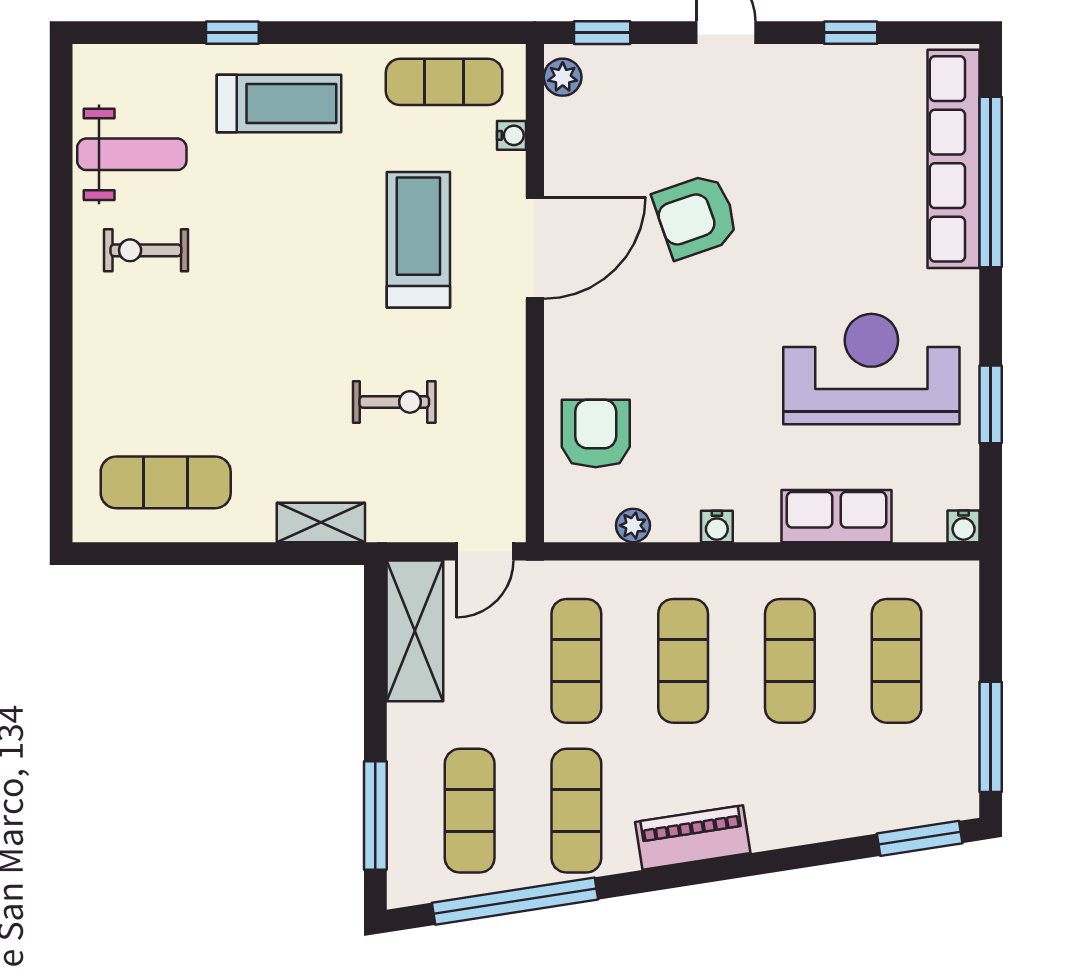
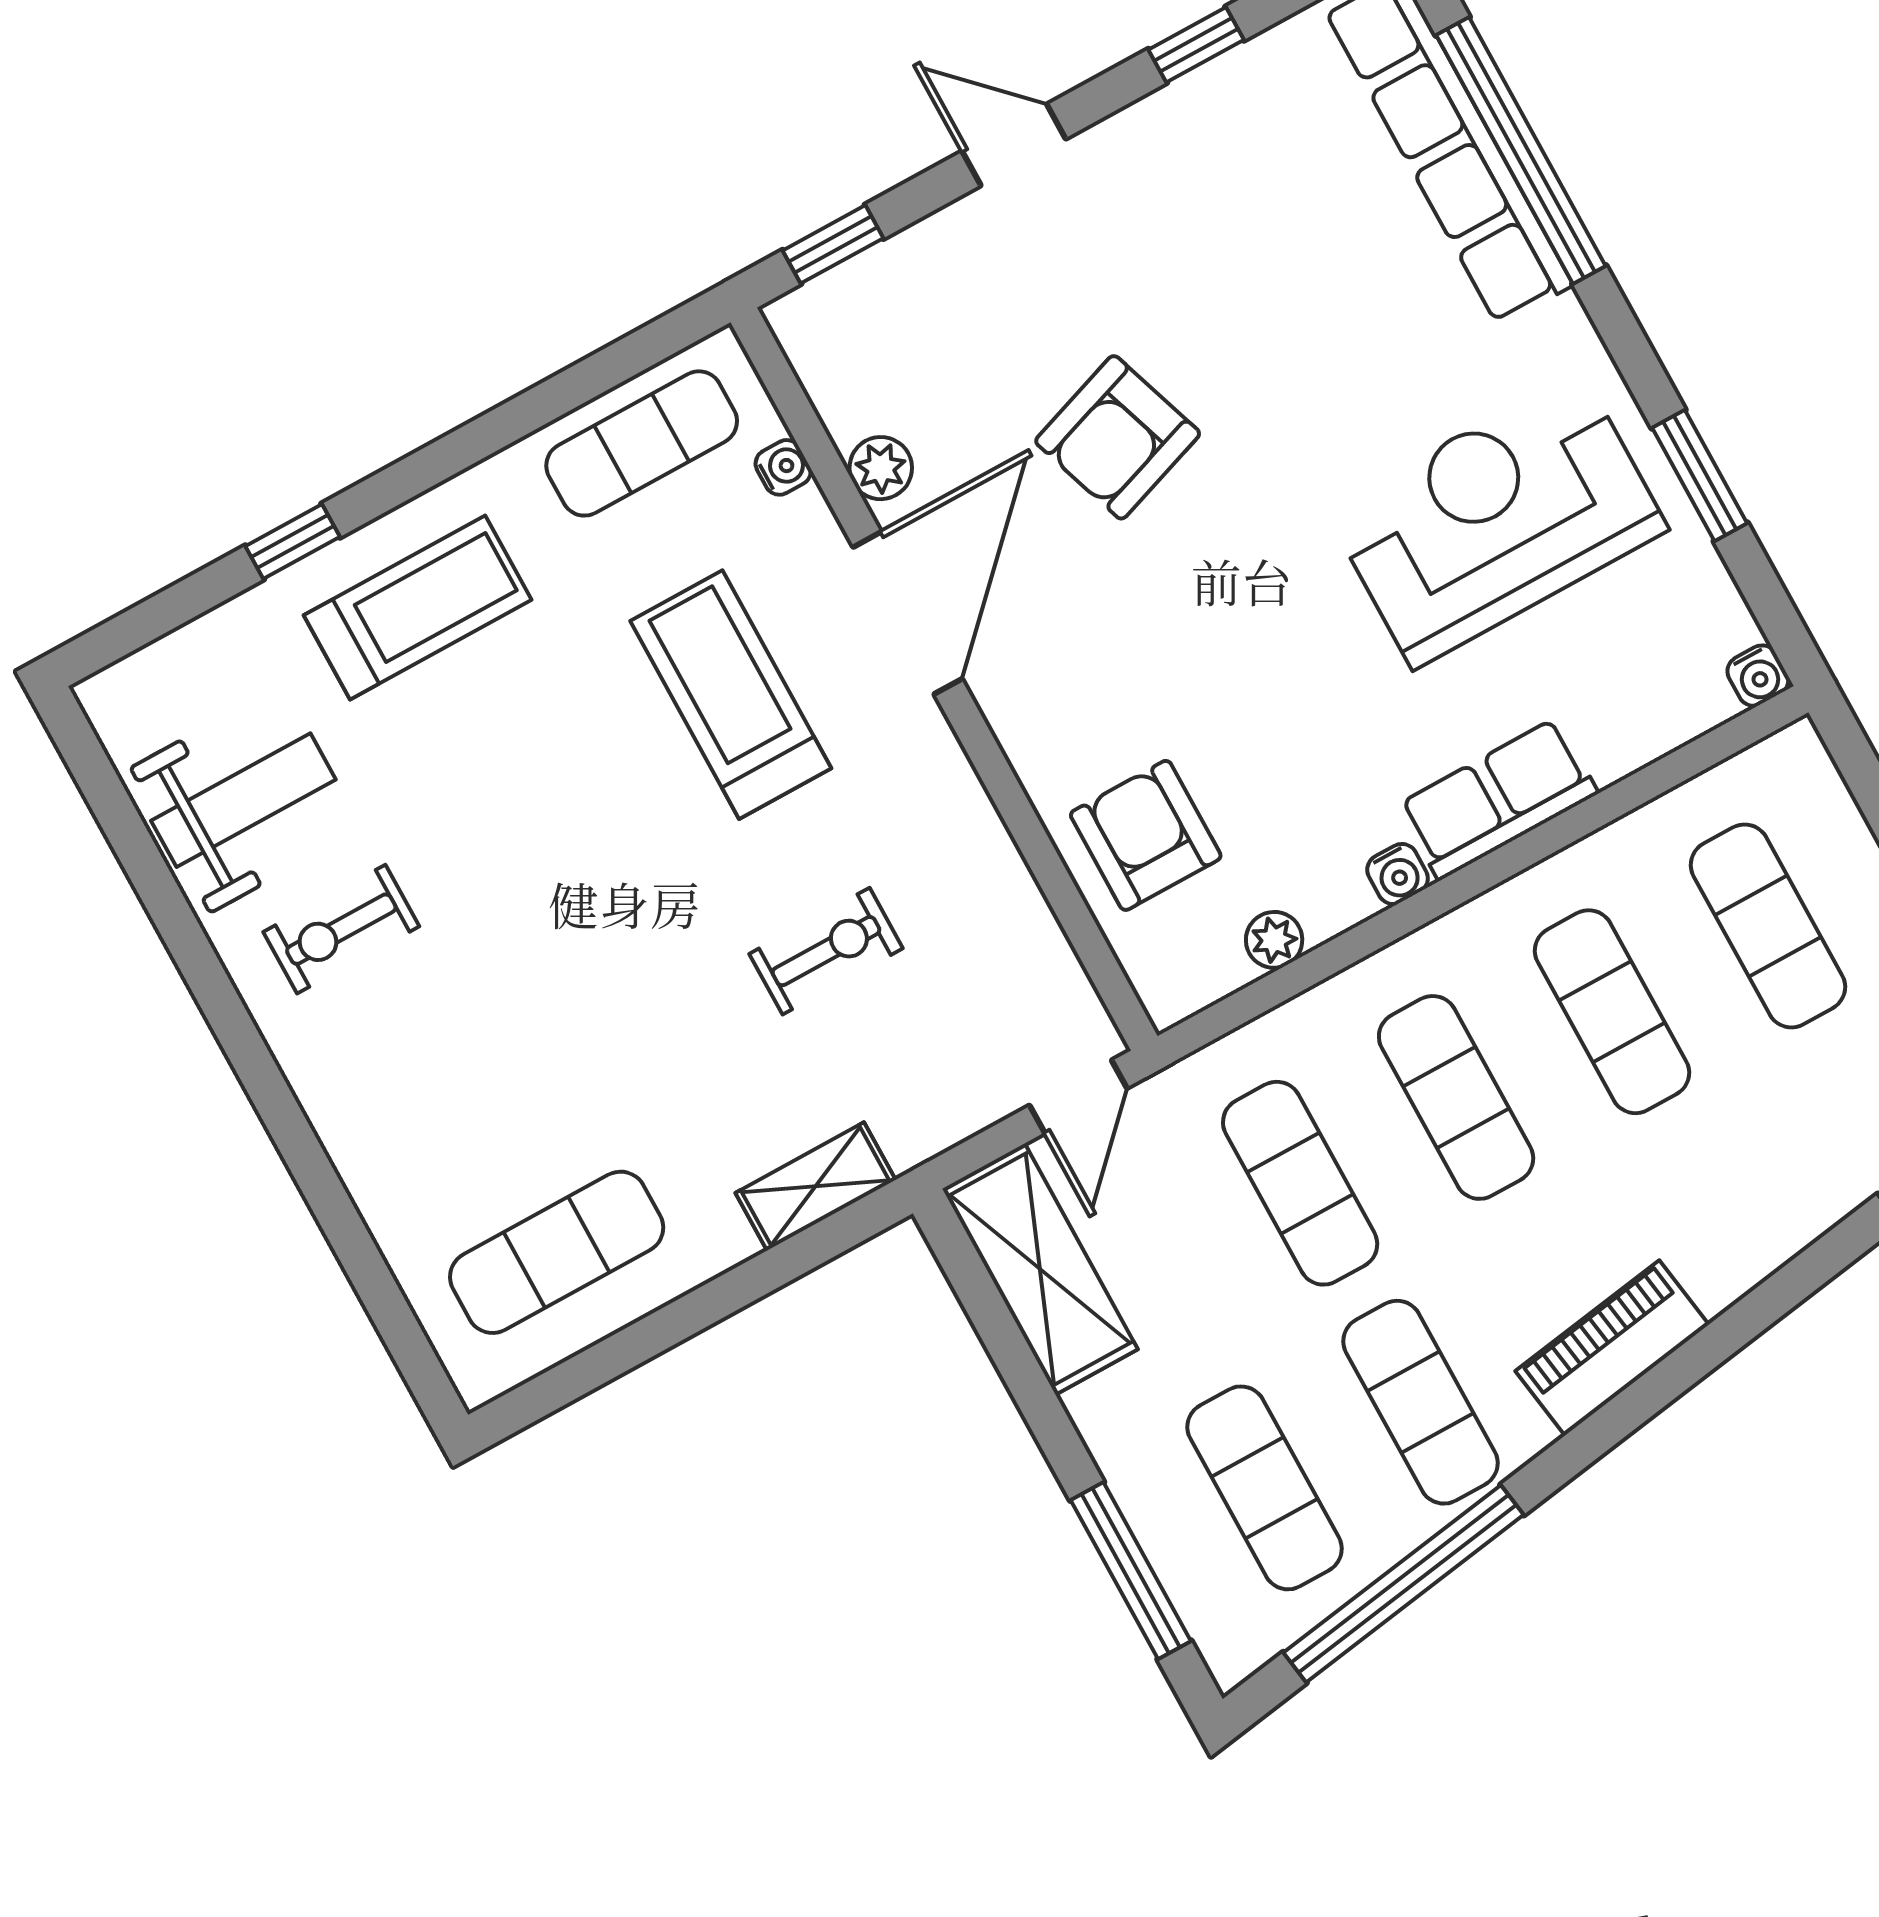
plant: (563, 77) -> (881, 468), moved
row of seats: (836, 516) -> (1498, 799), moved

